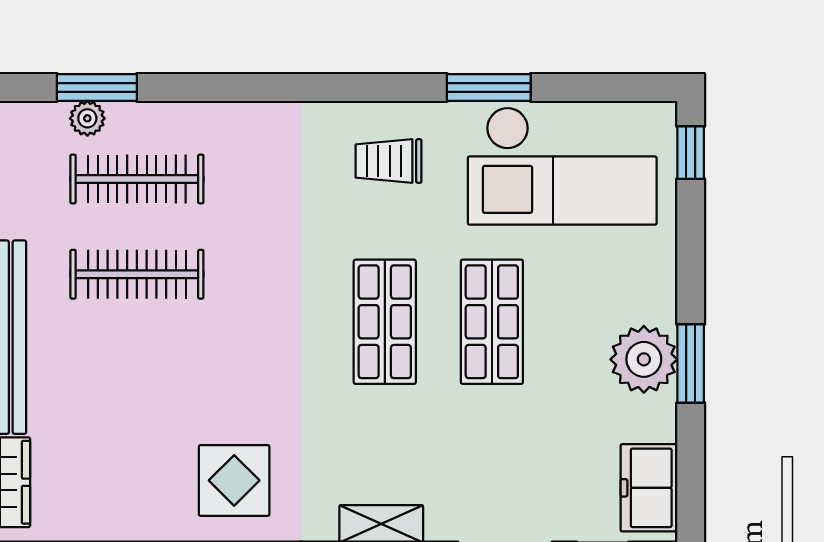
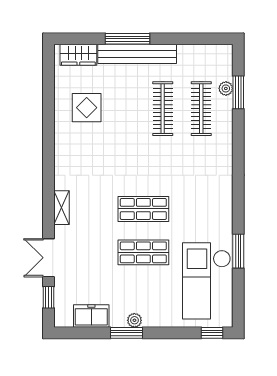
trolley: (389, 161) -> (209, 211), removed
plant: (644, 359) -> (134, 320), width x0.53, depth x0.53
display table: (234, 480) -> (87, 108), moved
freezer: (649, 488) -> (91, 316), moved

